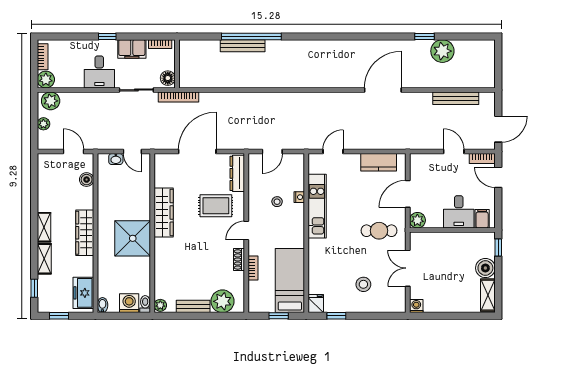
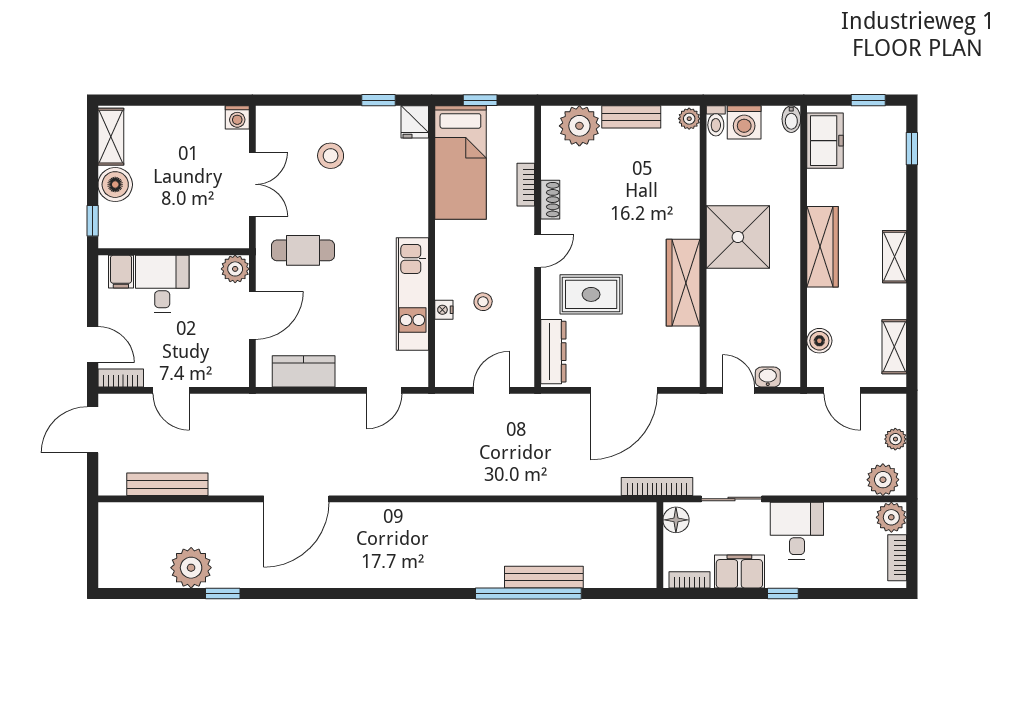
shelving: (44, 259) -> (894, 347), moved

